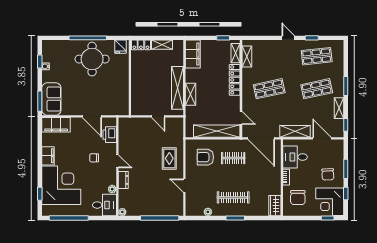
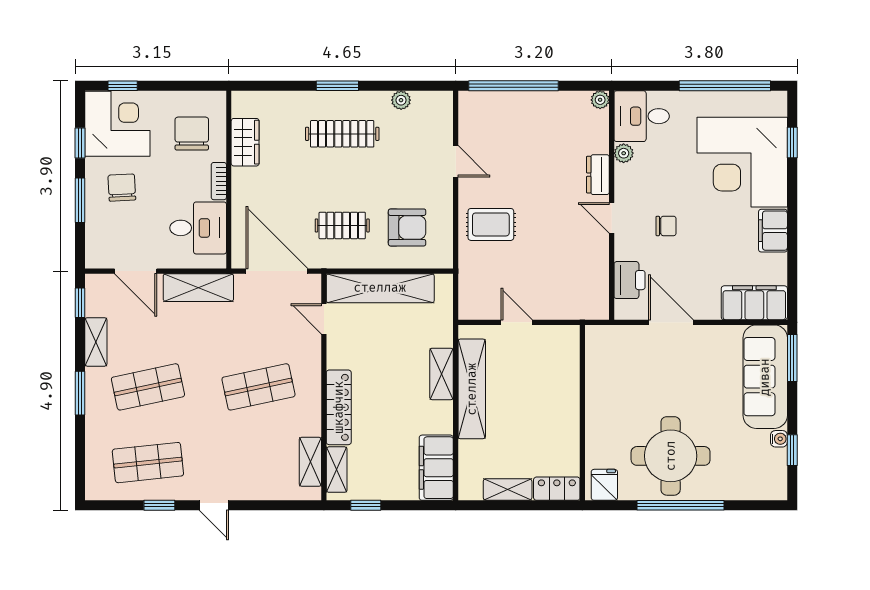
sofa: (51, 99) -> (765, 377), width x1.36
rug: (169, 158) -> (491, 224), turned 90
wardrobe: (275, 206) -> (245, 142), moved

